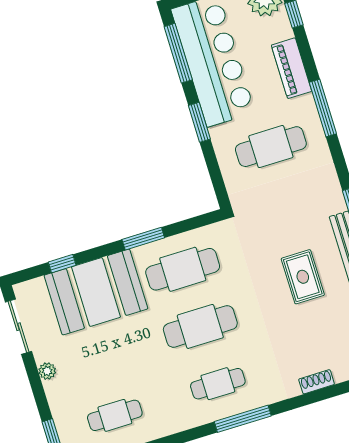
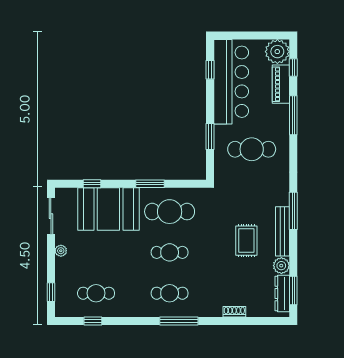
window: (178, 53) -> (210, 70), width x0.46
piano: (291, 68) -> (281, 84), moved
window: (323, 108) -> (293, 115), moved
window: (199, 122) -> (210, 136), moved
cafe table: (200, 326) -> (170, 252), width x0.73, depth x0.74

